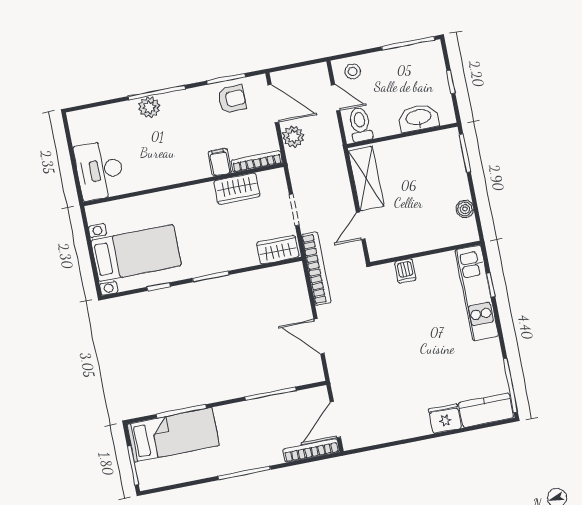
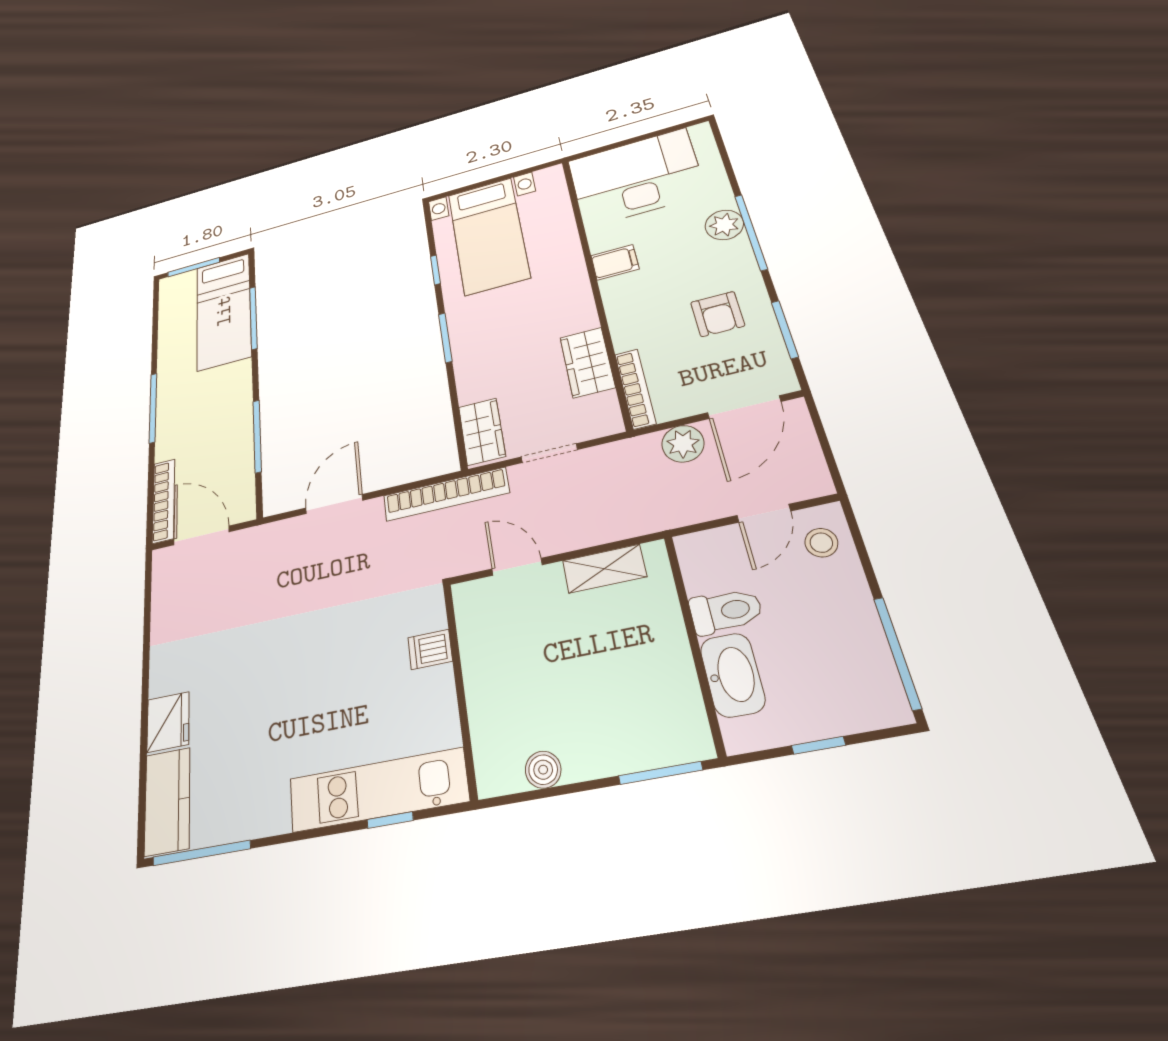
armchair: (232, 99) -> (718, 314), moved
toilet: (360, 124) -> (726, 611), moved
filing cabinet: (220, 162) -> (615, 262), moved
desk: (100, 170) -> (636, 178), width x1.36, depth x1.30
shelving: (366, 179) -> (604, 569), width x0.67, depth x0.75

